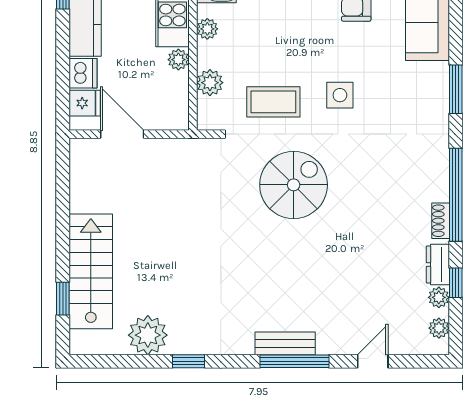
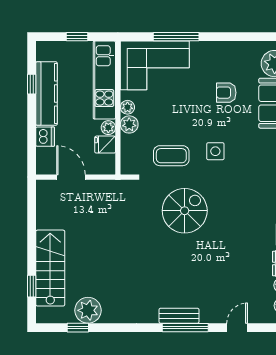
plant: (210, 83) -> (129, 124), moved
fridge: (85, 103) -> (105, 145), moved, turned 180
window: (188, 361) -> (78, 328), moved

